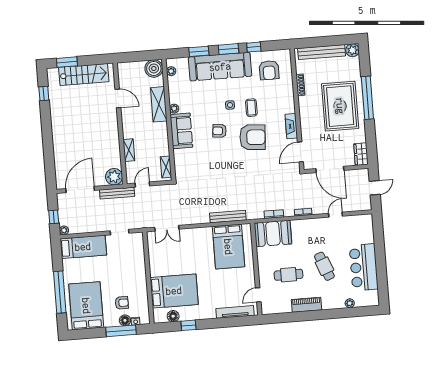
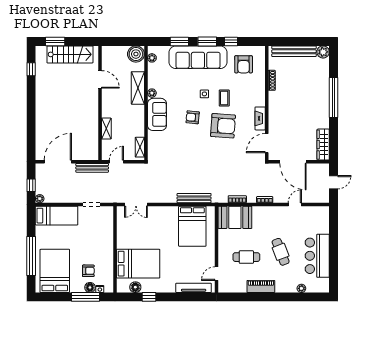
rug: (340, 106) -> (307, 103), removed
wardrobe: (361, 154) -> (323, 145), width x1.50
plant: (114, 177) -> (91, 152), removed

